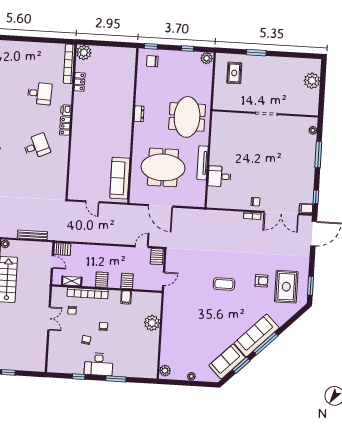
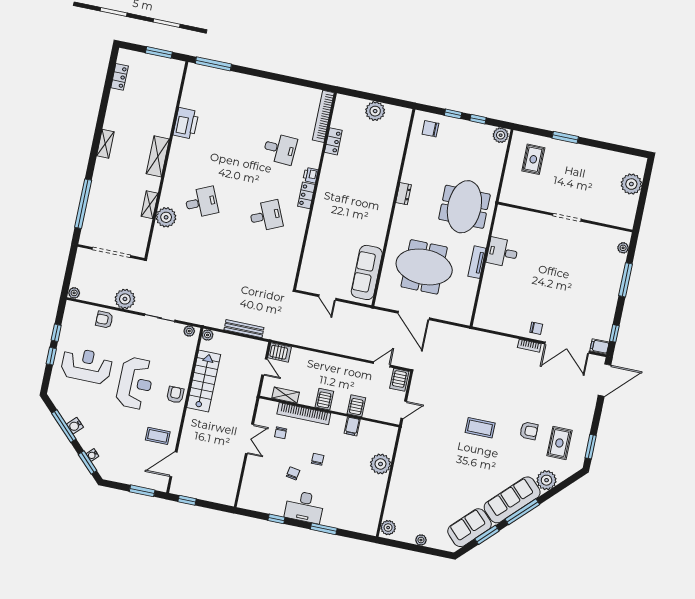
window: (151, 46) -> (453, 114), moved
plant: (84, 53) -> (375, 111), moved
tv unit: (203, 163) -> (477, 262), width x0.71
desk: (219, 176) -> (502, 252), moved
rug: (286, 287) -> (559, 443), width x0.73, depth x0.70
plant: (281, 317) -> (547, 480), added

